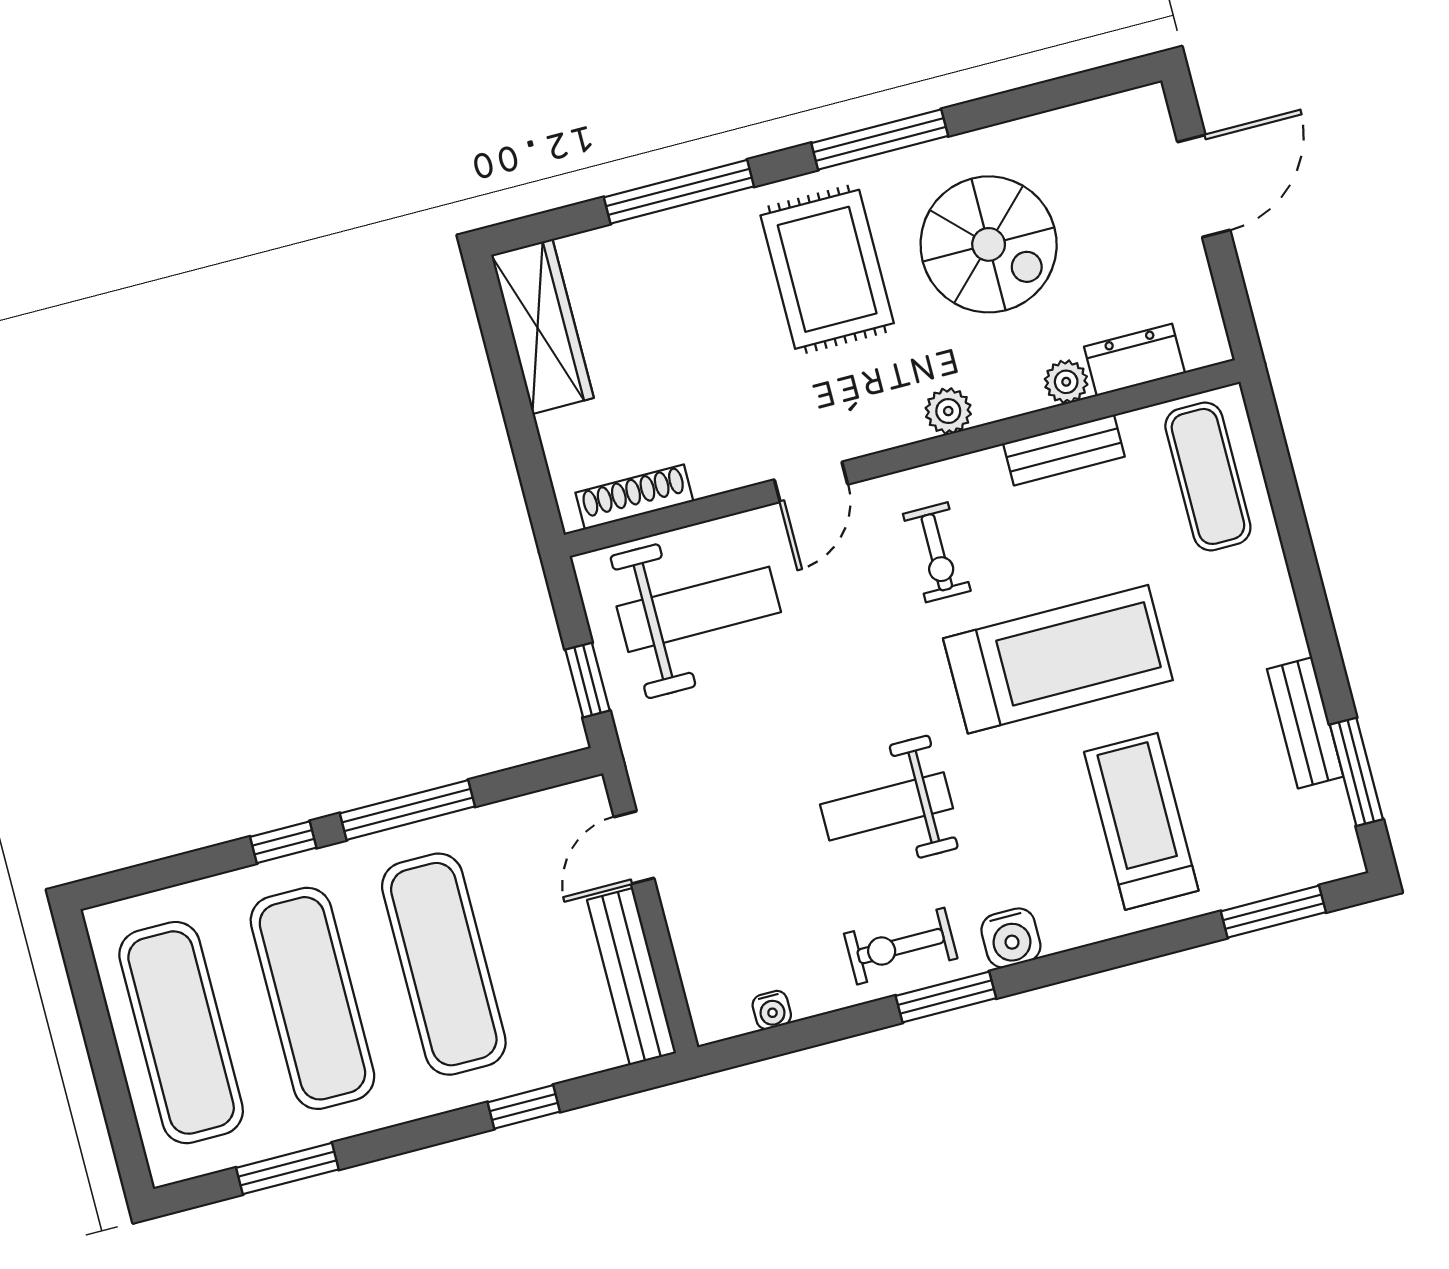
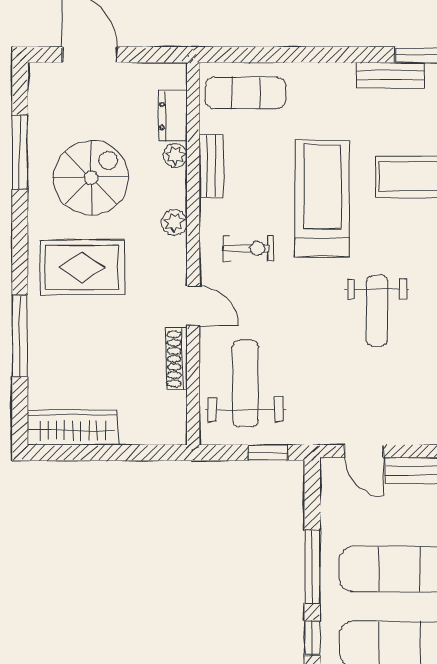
window: (880, 140) -> (20, 152), moved
shoe rack: (634, 497) -> (177, 359), moved

